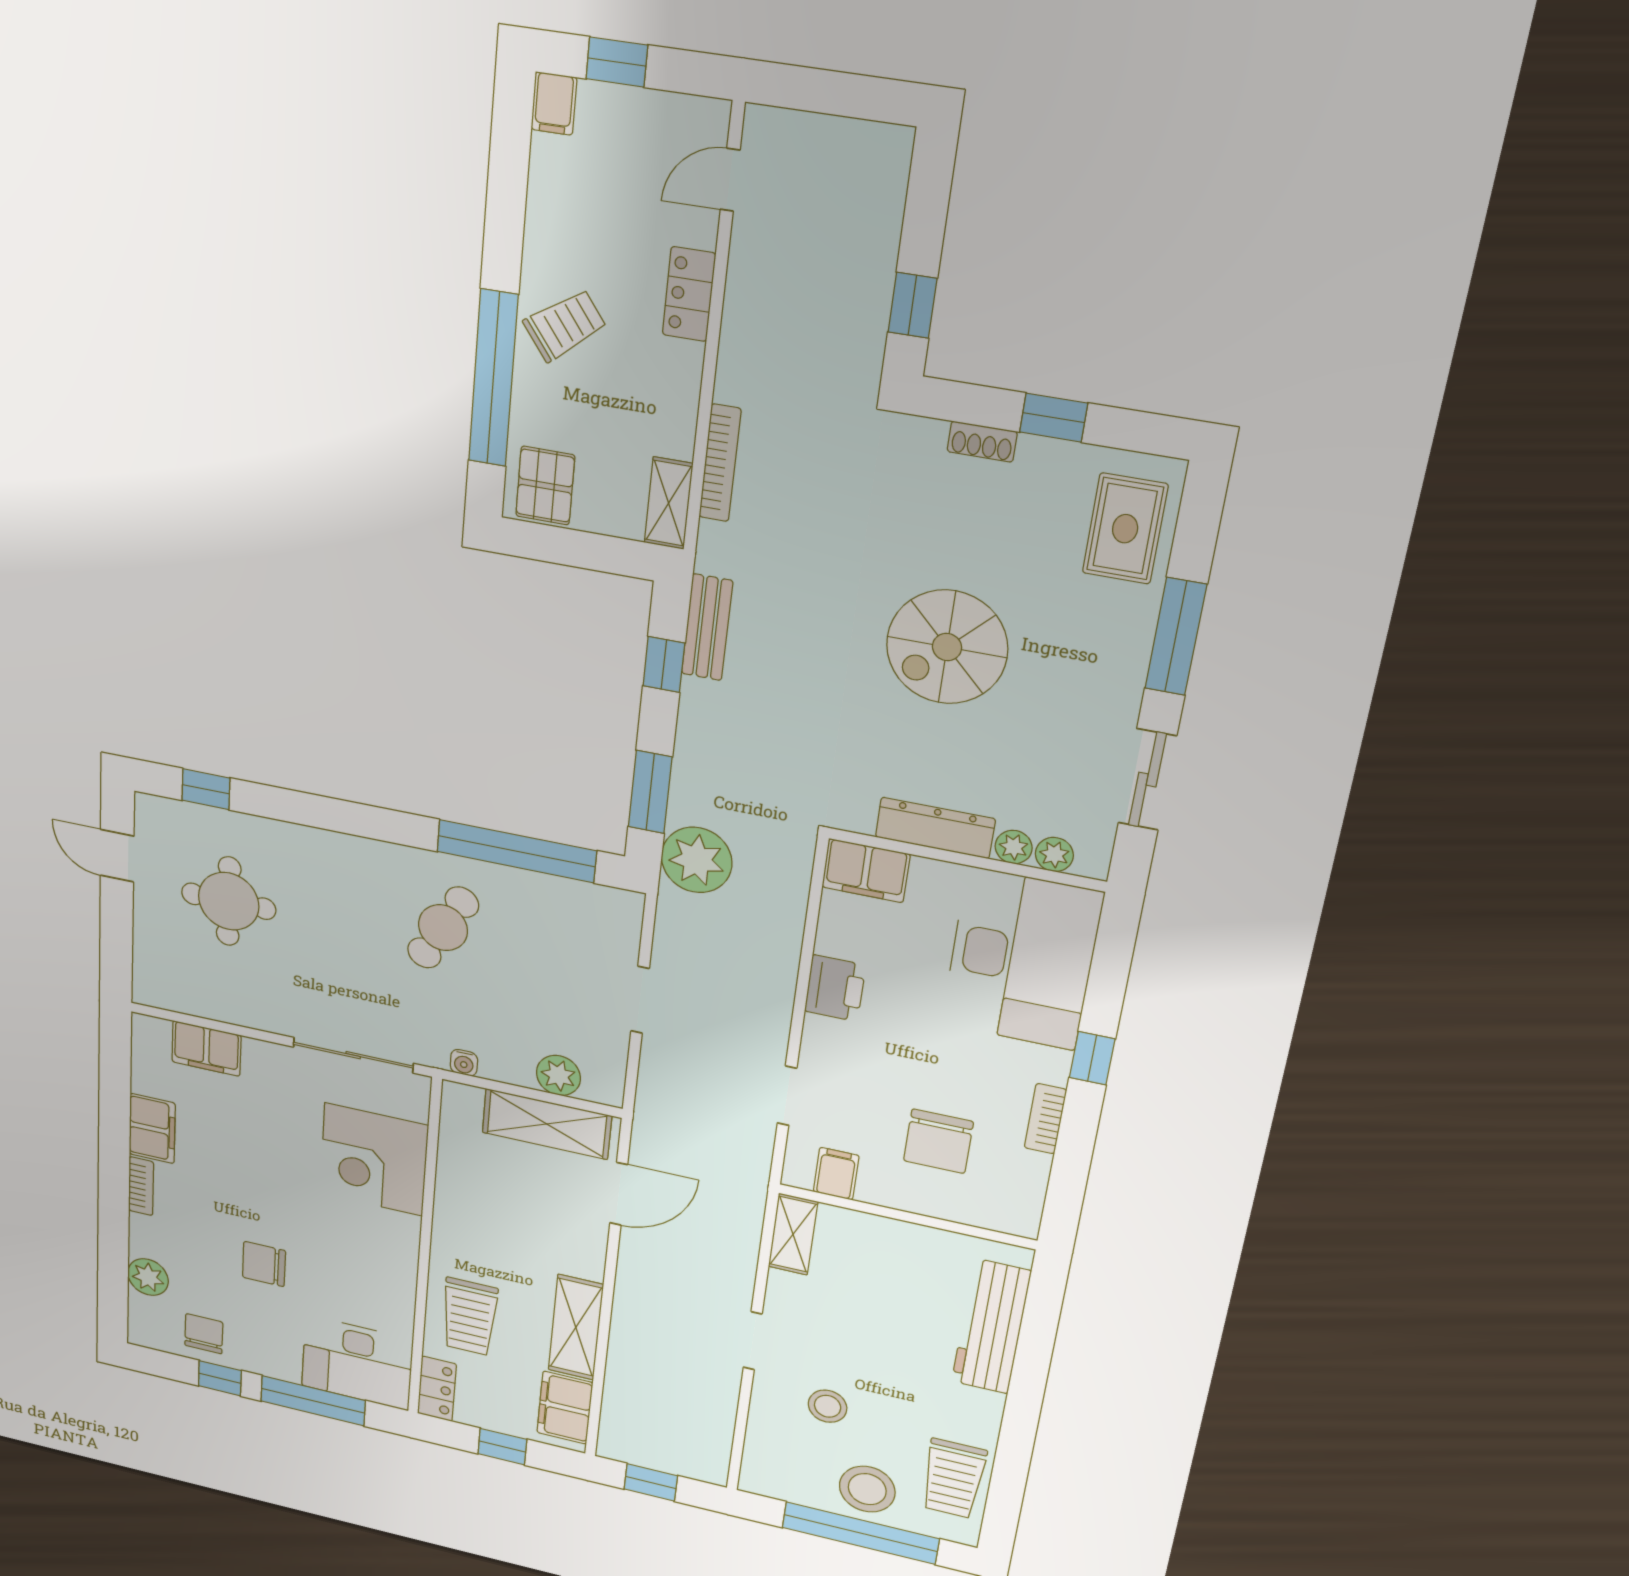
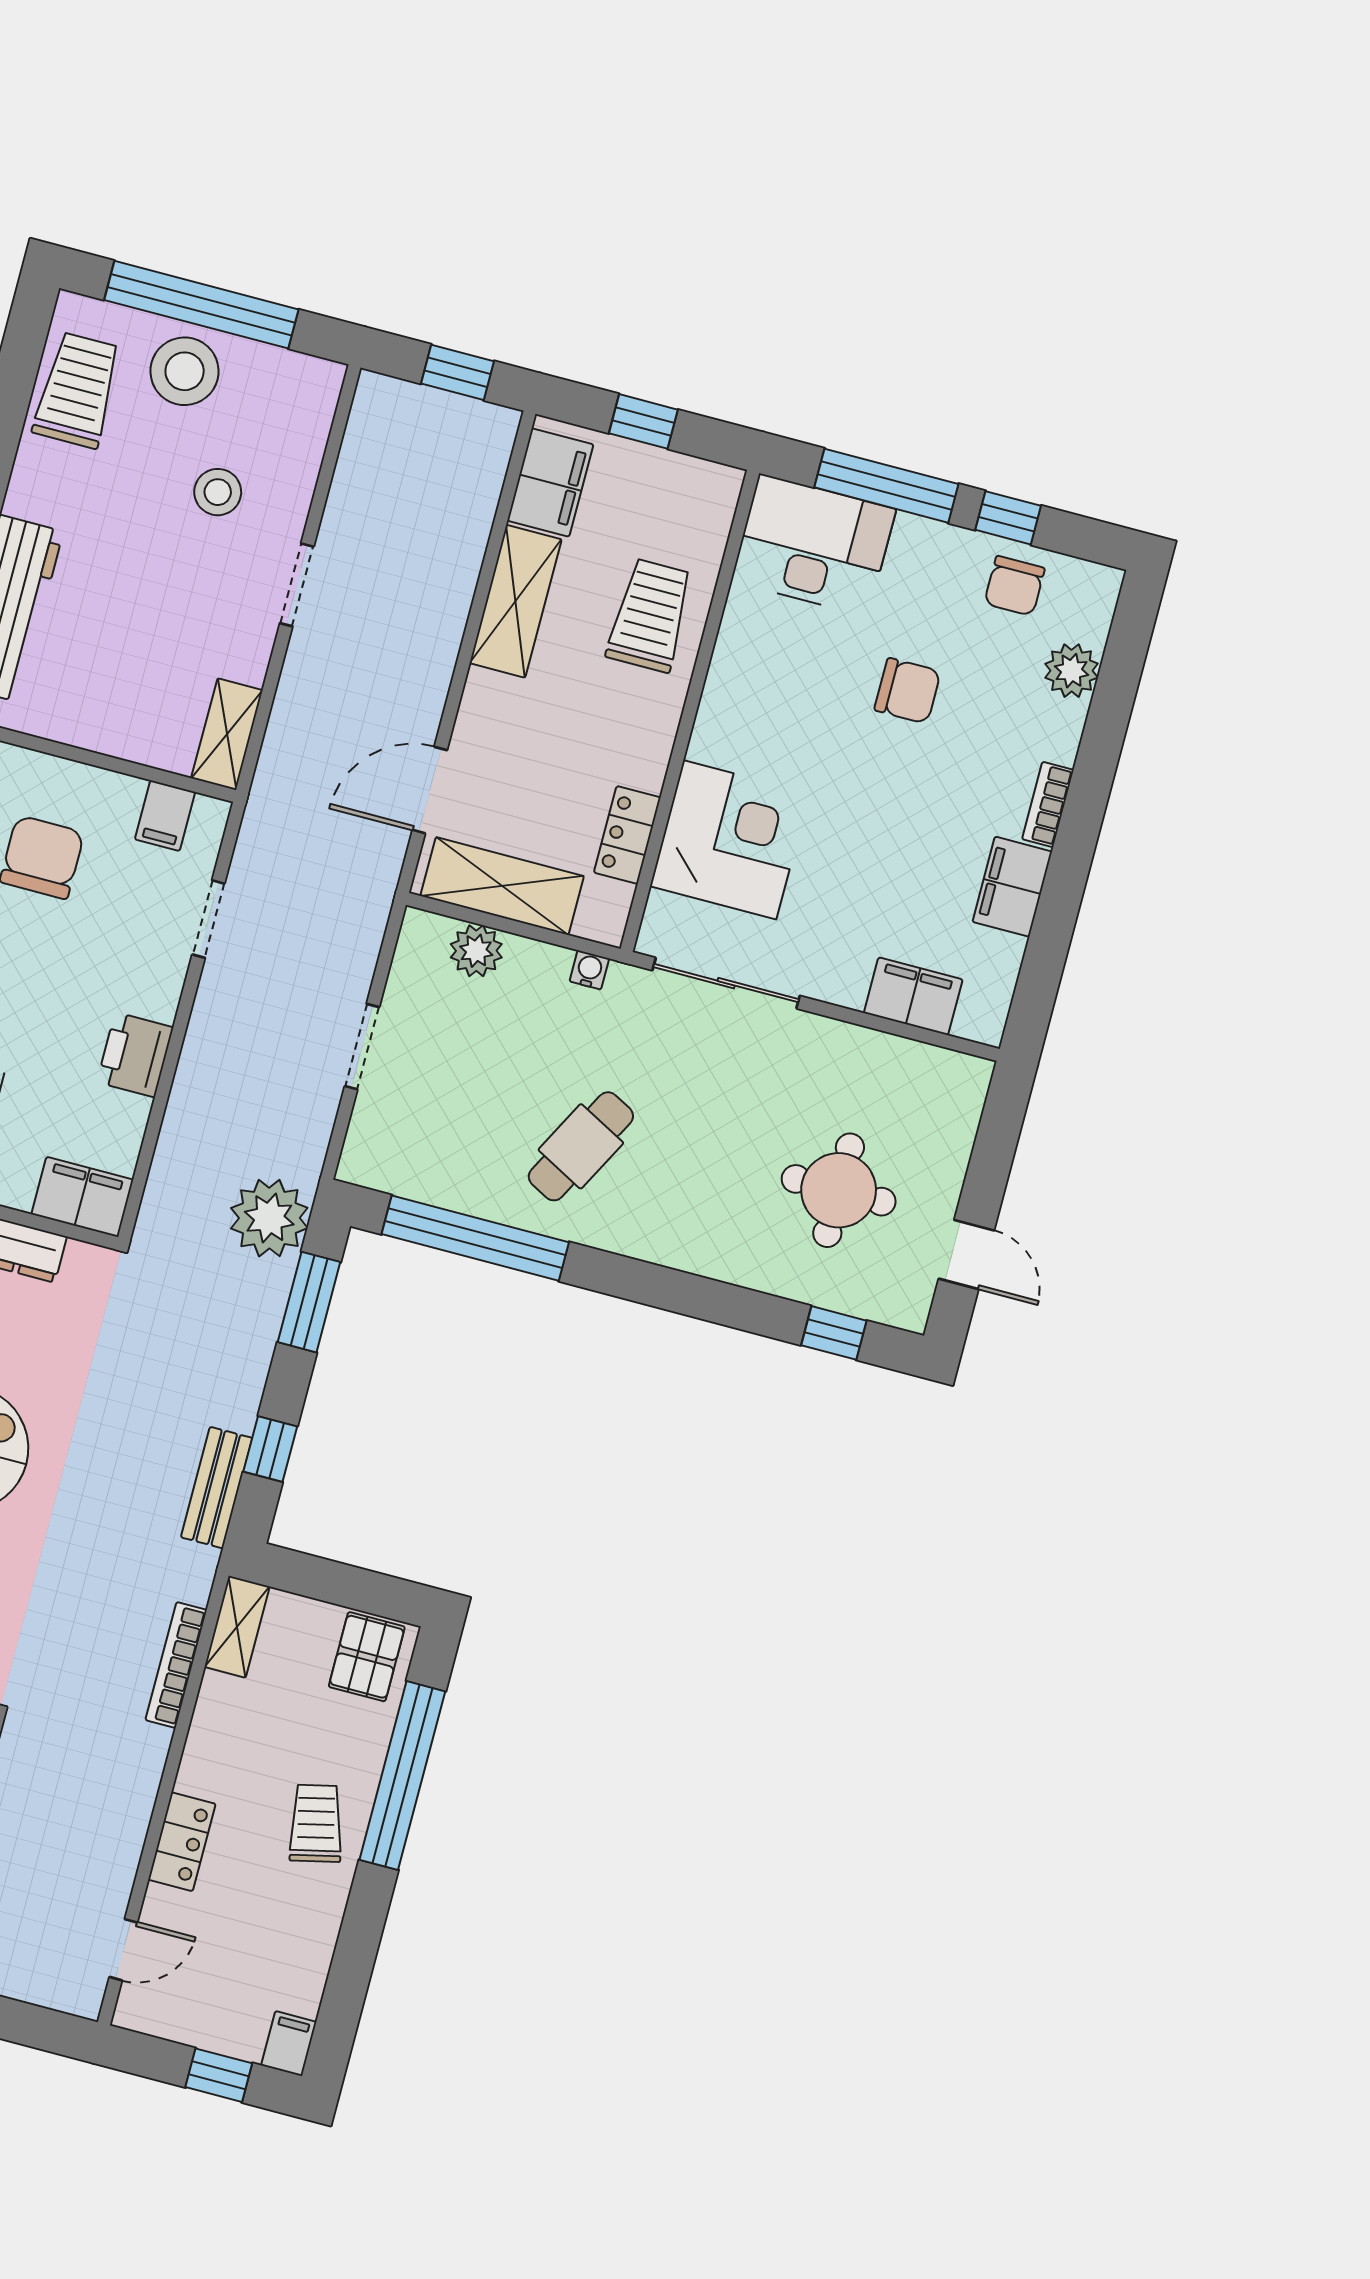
trolley: (565, 325) -> (316, 1823), turned 114
locker: (437, 1389) -> (627, 835), moved

